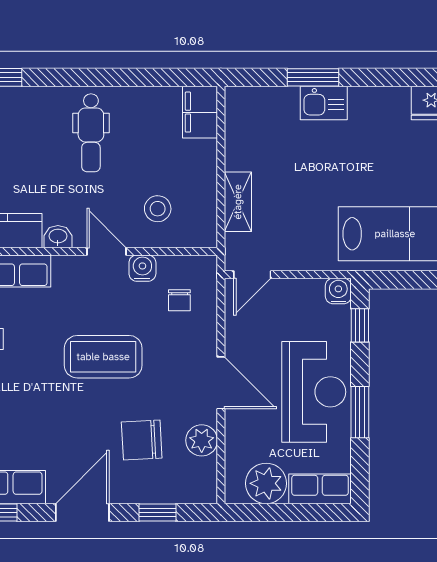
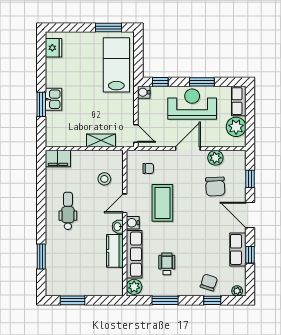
dental chair: (91, 133) -> (68, 211), turned -90
water cooler: (142, 268) -> (133, 223), moved
coffee table: (103, 357) -> (162, 203), moved

